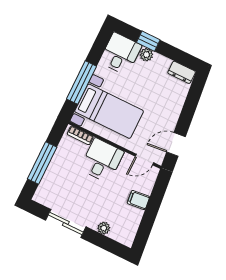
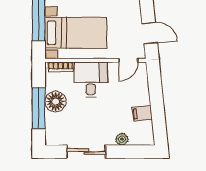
door: (176, 144) -> (150, 33), swing flipped
floor lamp: (60, 164) -> (55, 101), added
filing cabinet: (138, 200) -> (142, 113), moved

